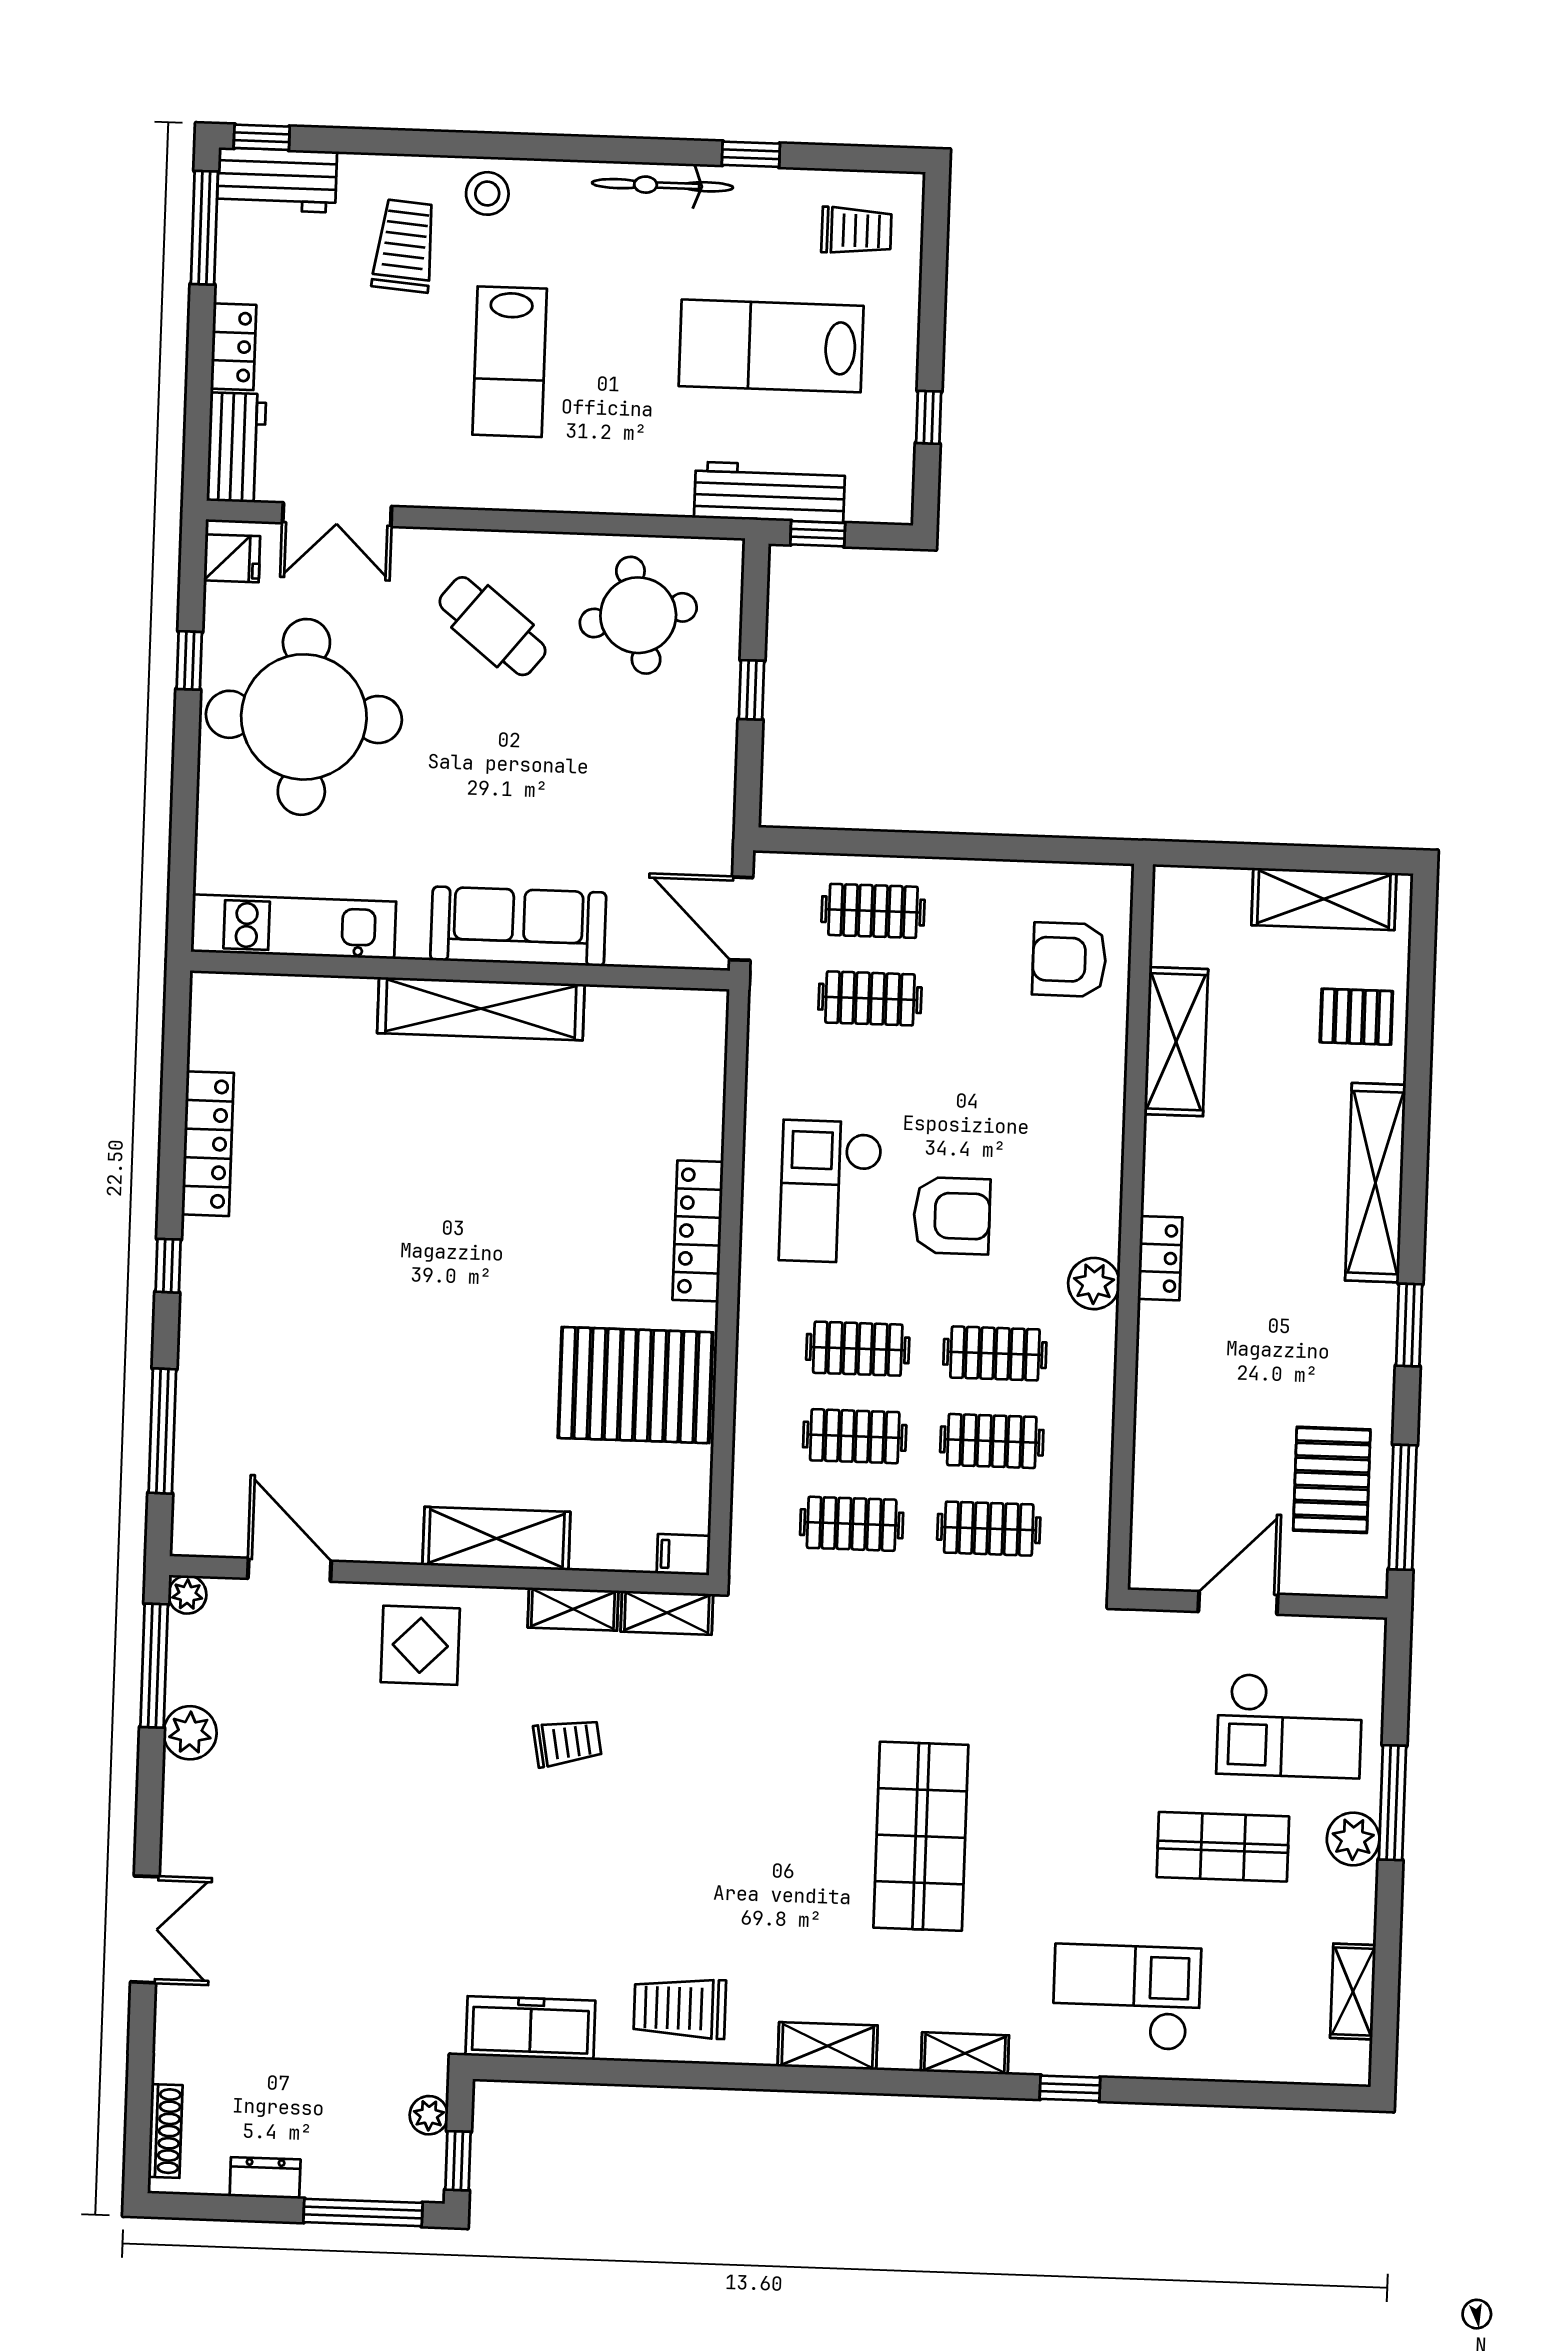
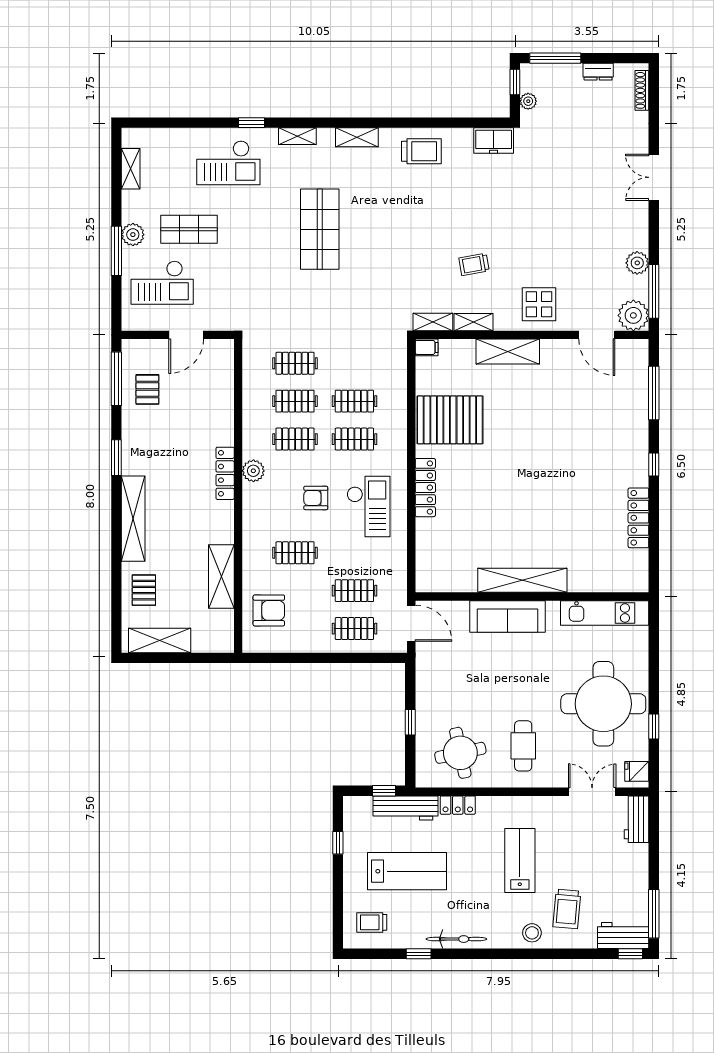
locker: (233, 347) -> (458, 805), moved, turned -90
cafe table: (492, 626) -> (523, 746), turned 51
pallet: (1356, 1017) -> (144, 590), turned 90
armchair: (952, 1216) -> (316, 498), width x0.72, depth x0.72
locker: (1160, 1258) -> (225, 473), width x1.53
pallet: (1332, 1480) -> (147, 389), width x0.67, depth x0.71
clothes rail: (852, 1524) -> (295, 553), moved
plant: (187, 1595) -> (633, 315), width x1.87, depth x1.87
checkout: (1289, 1726) -> (162, 283), turned 180
freezer: (530, 2028) -> (494, 140), width x0.71

